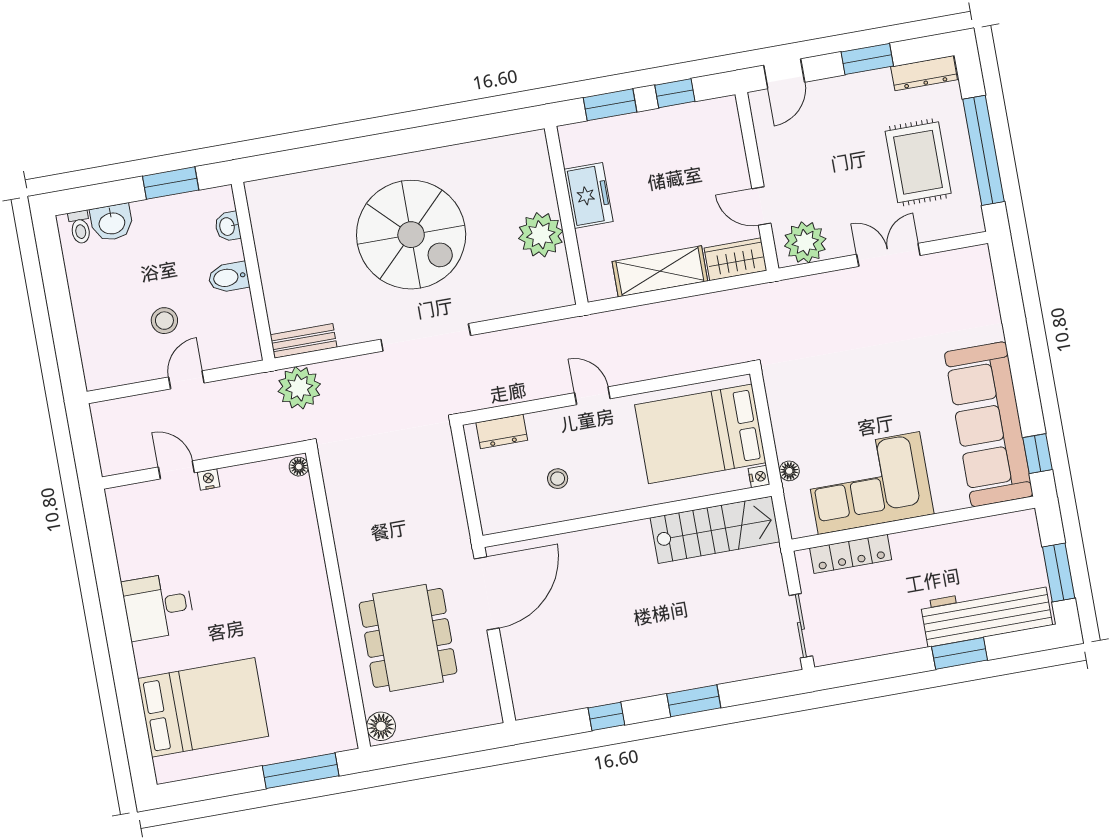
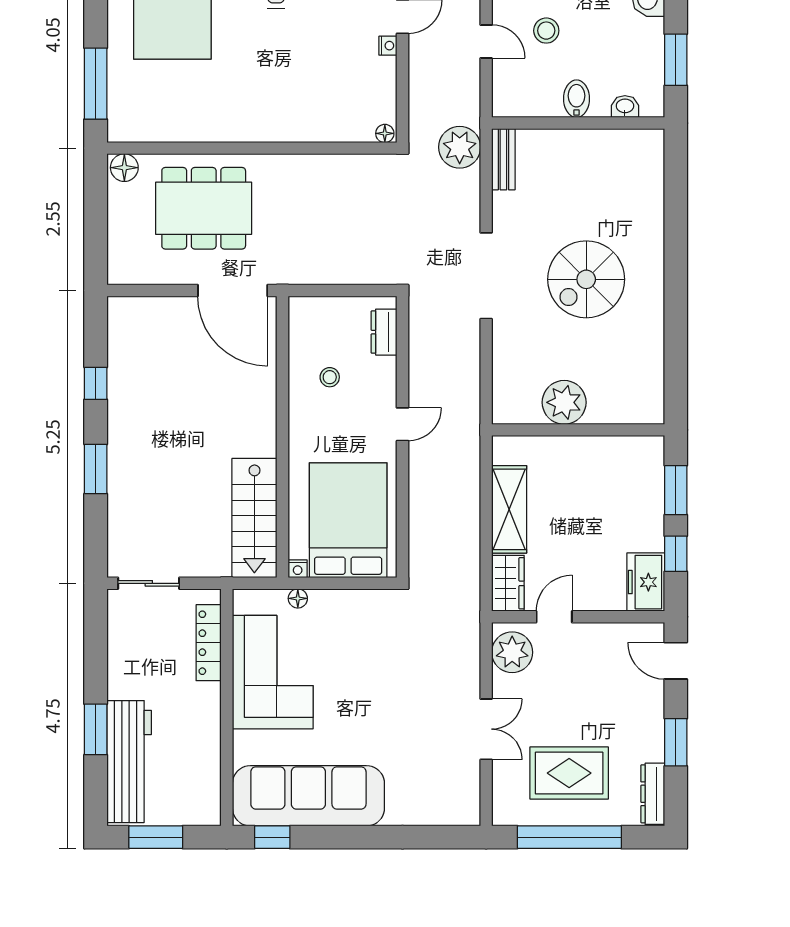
freezer: (588, 195) -> (646, 582), moved, turned 90
spiral stairs: (411, 235) -> (586, 279), width x0.73, depth x0.73

